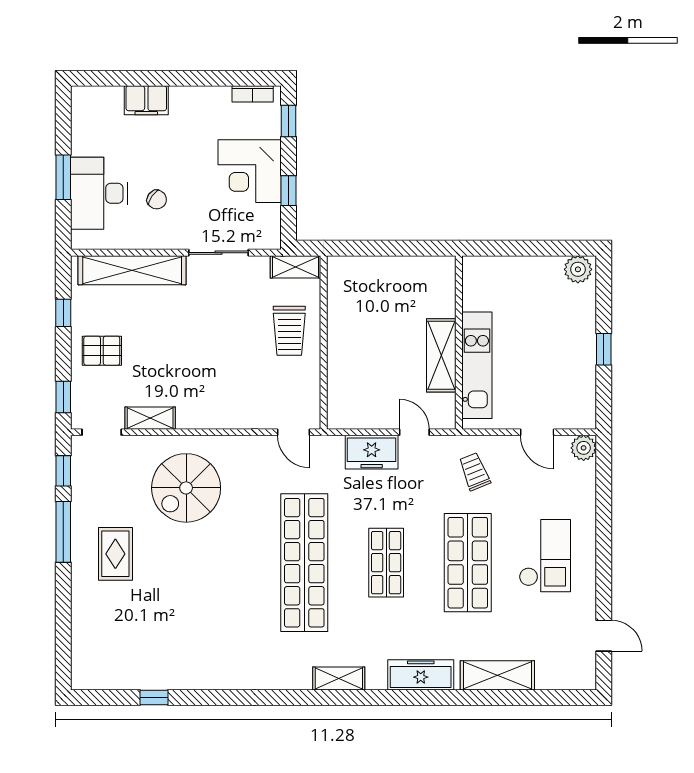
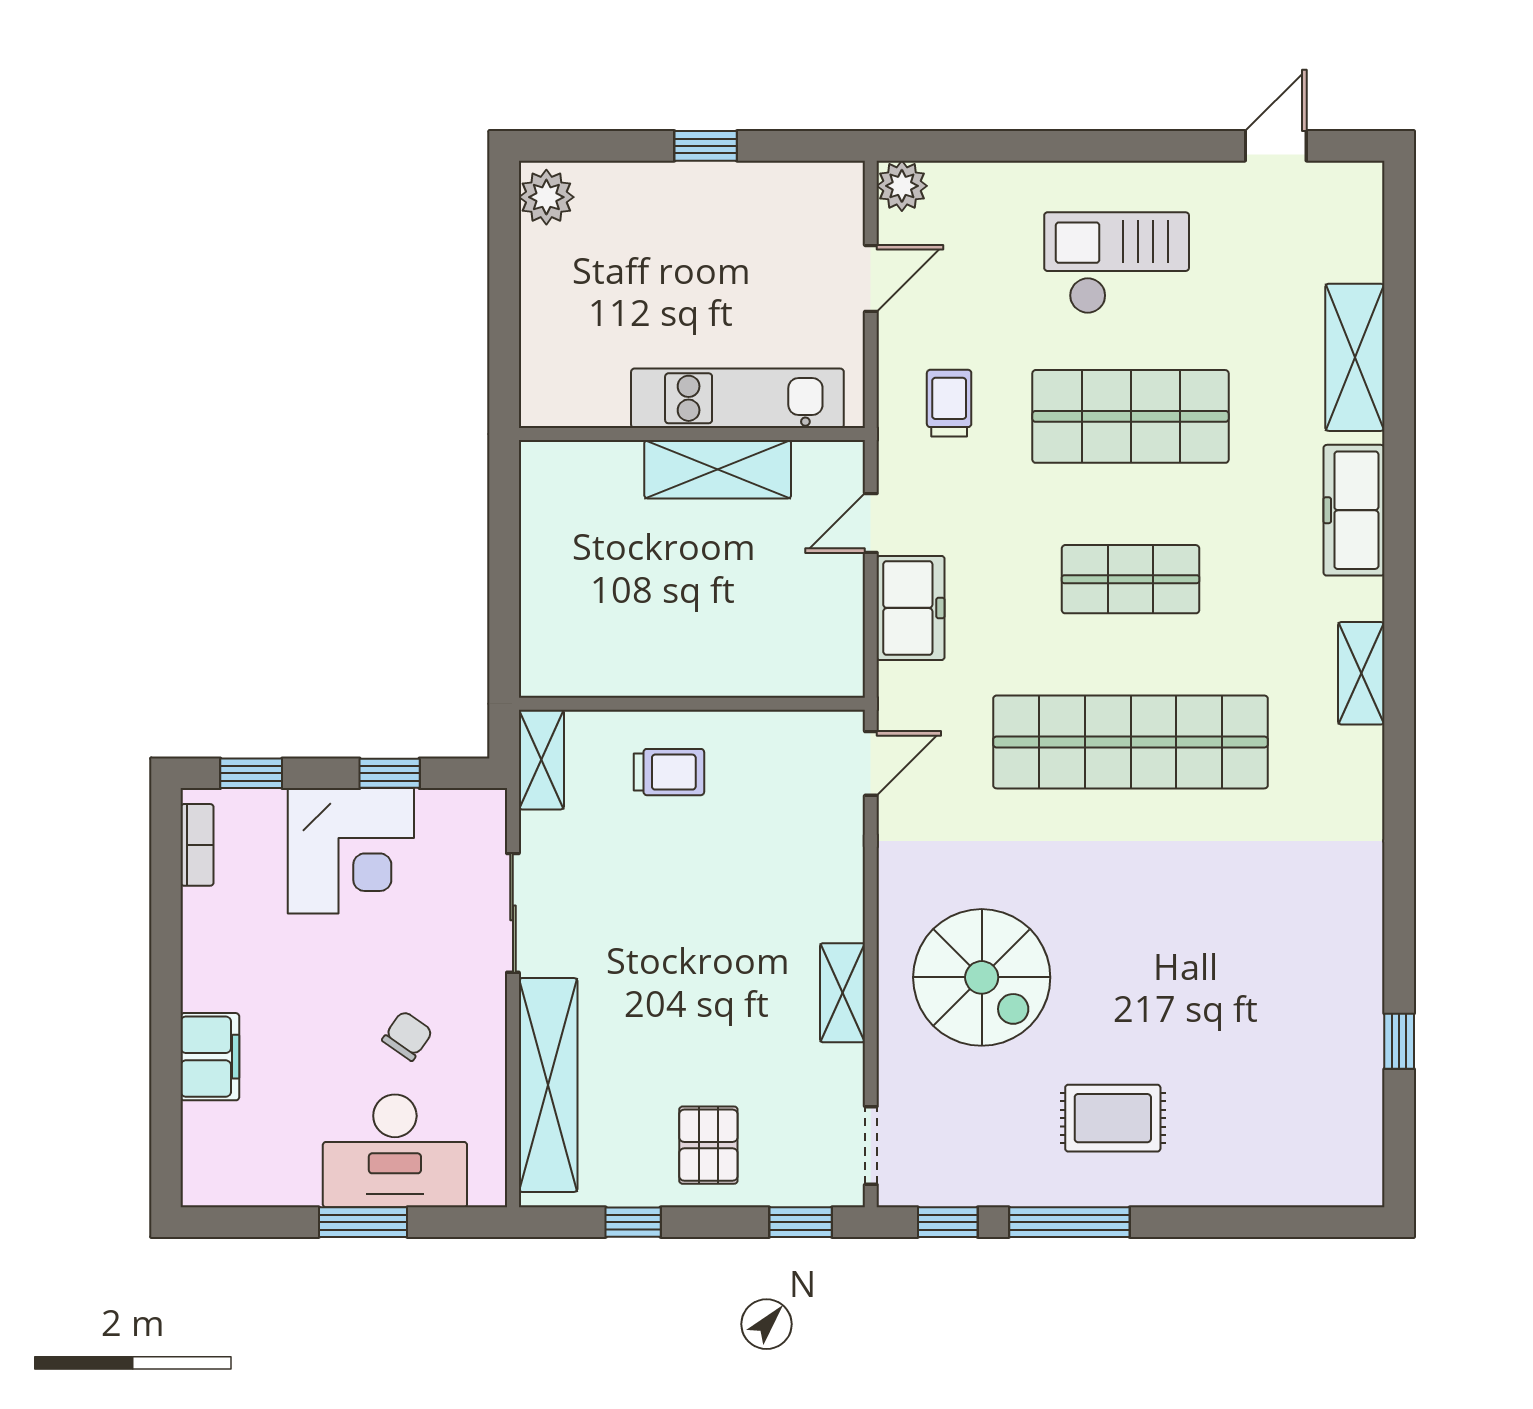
trolley: (289, 331) -> (669, 772), width x0.73, depth x0.72
shelving: (150, 418) -> (843, 993), moved
trolley: (474, 472) -> (949, 403), turned 112

